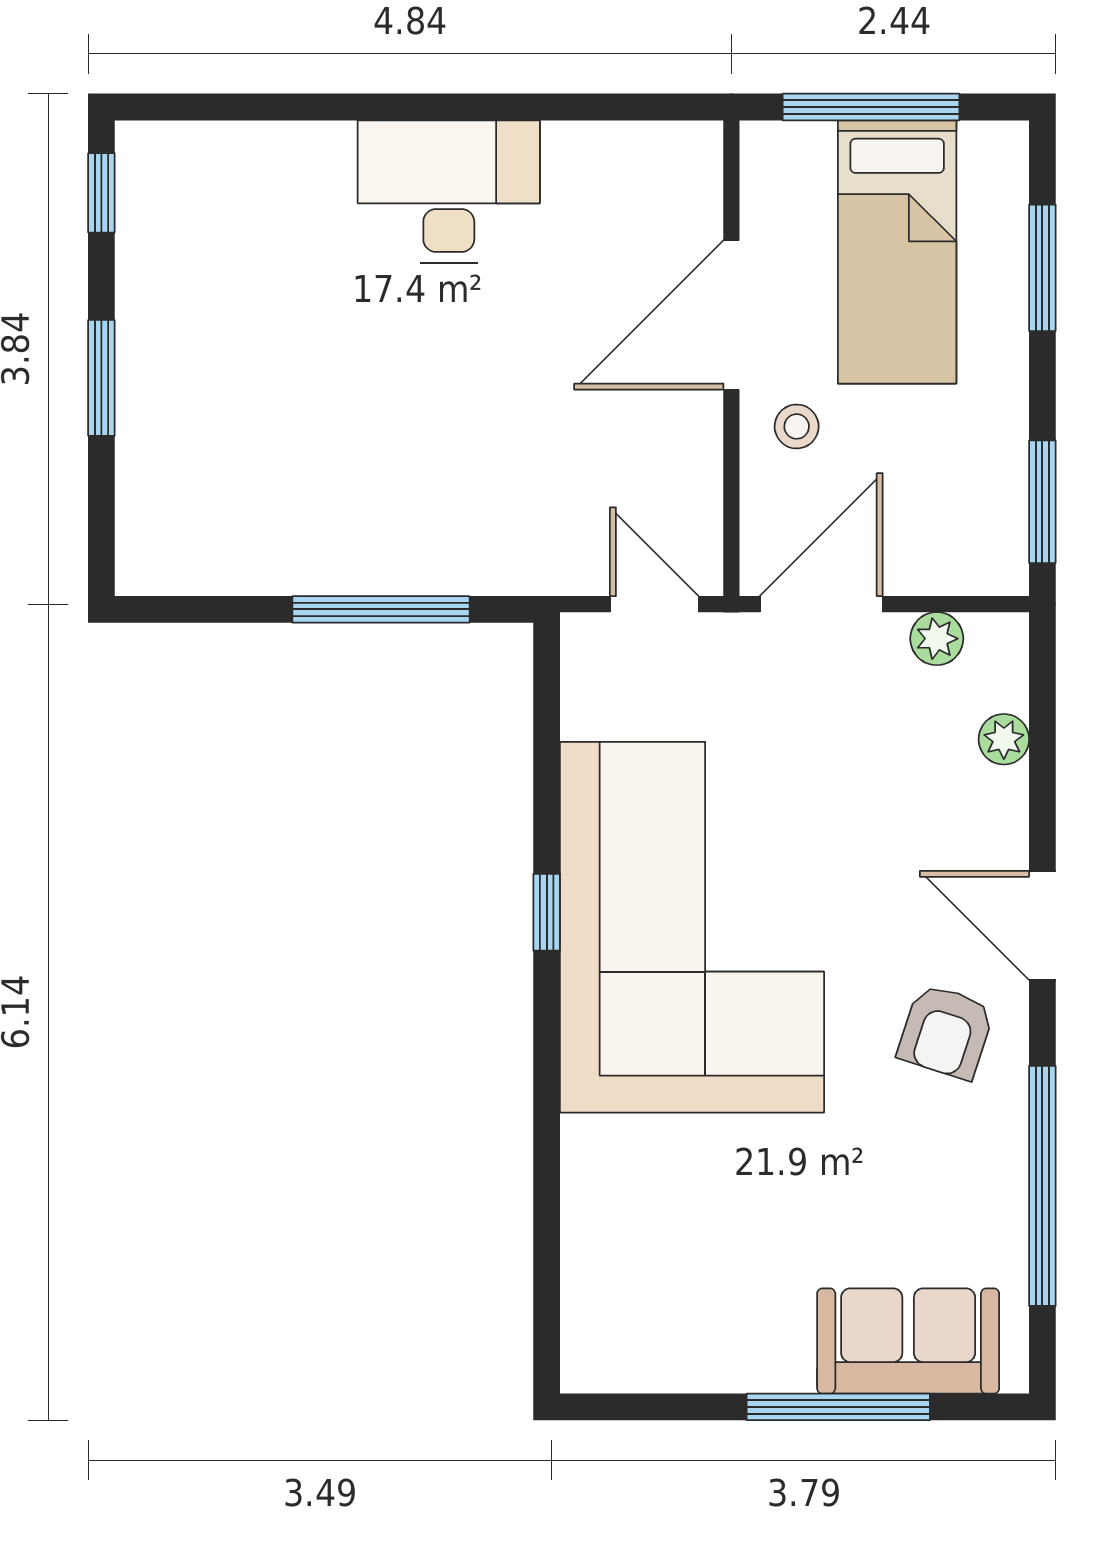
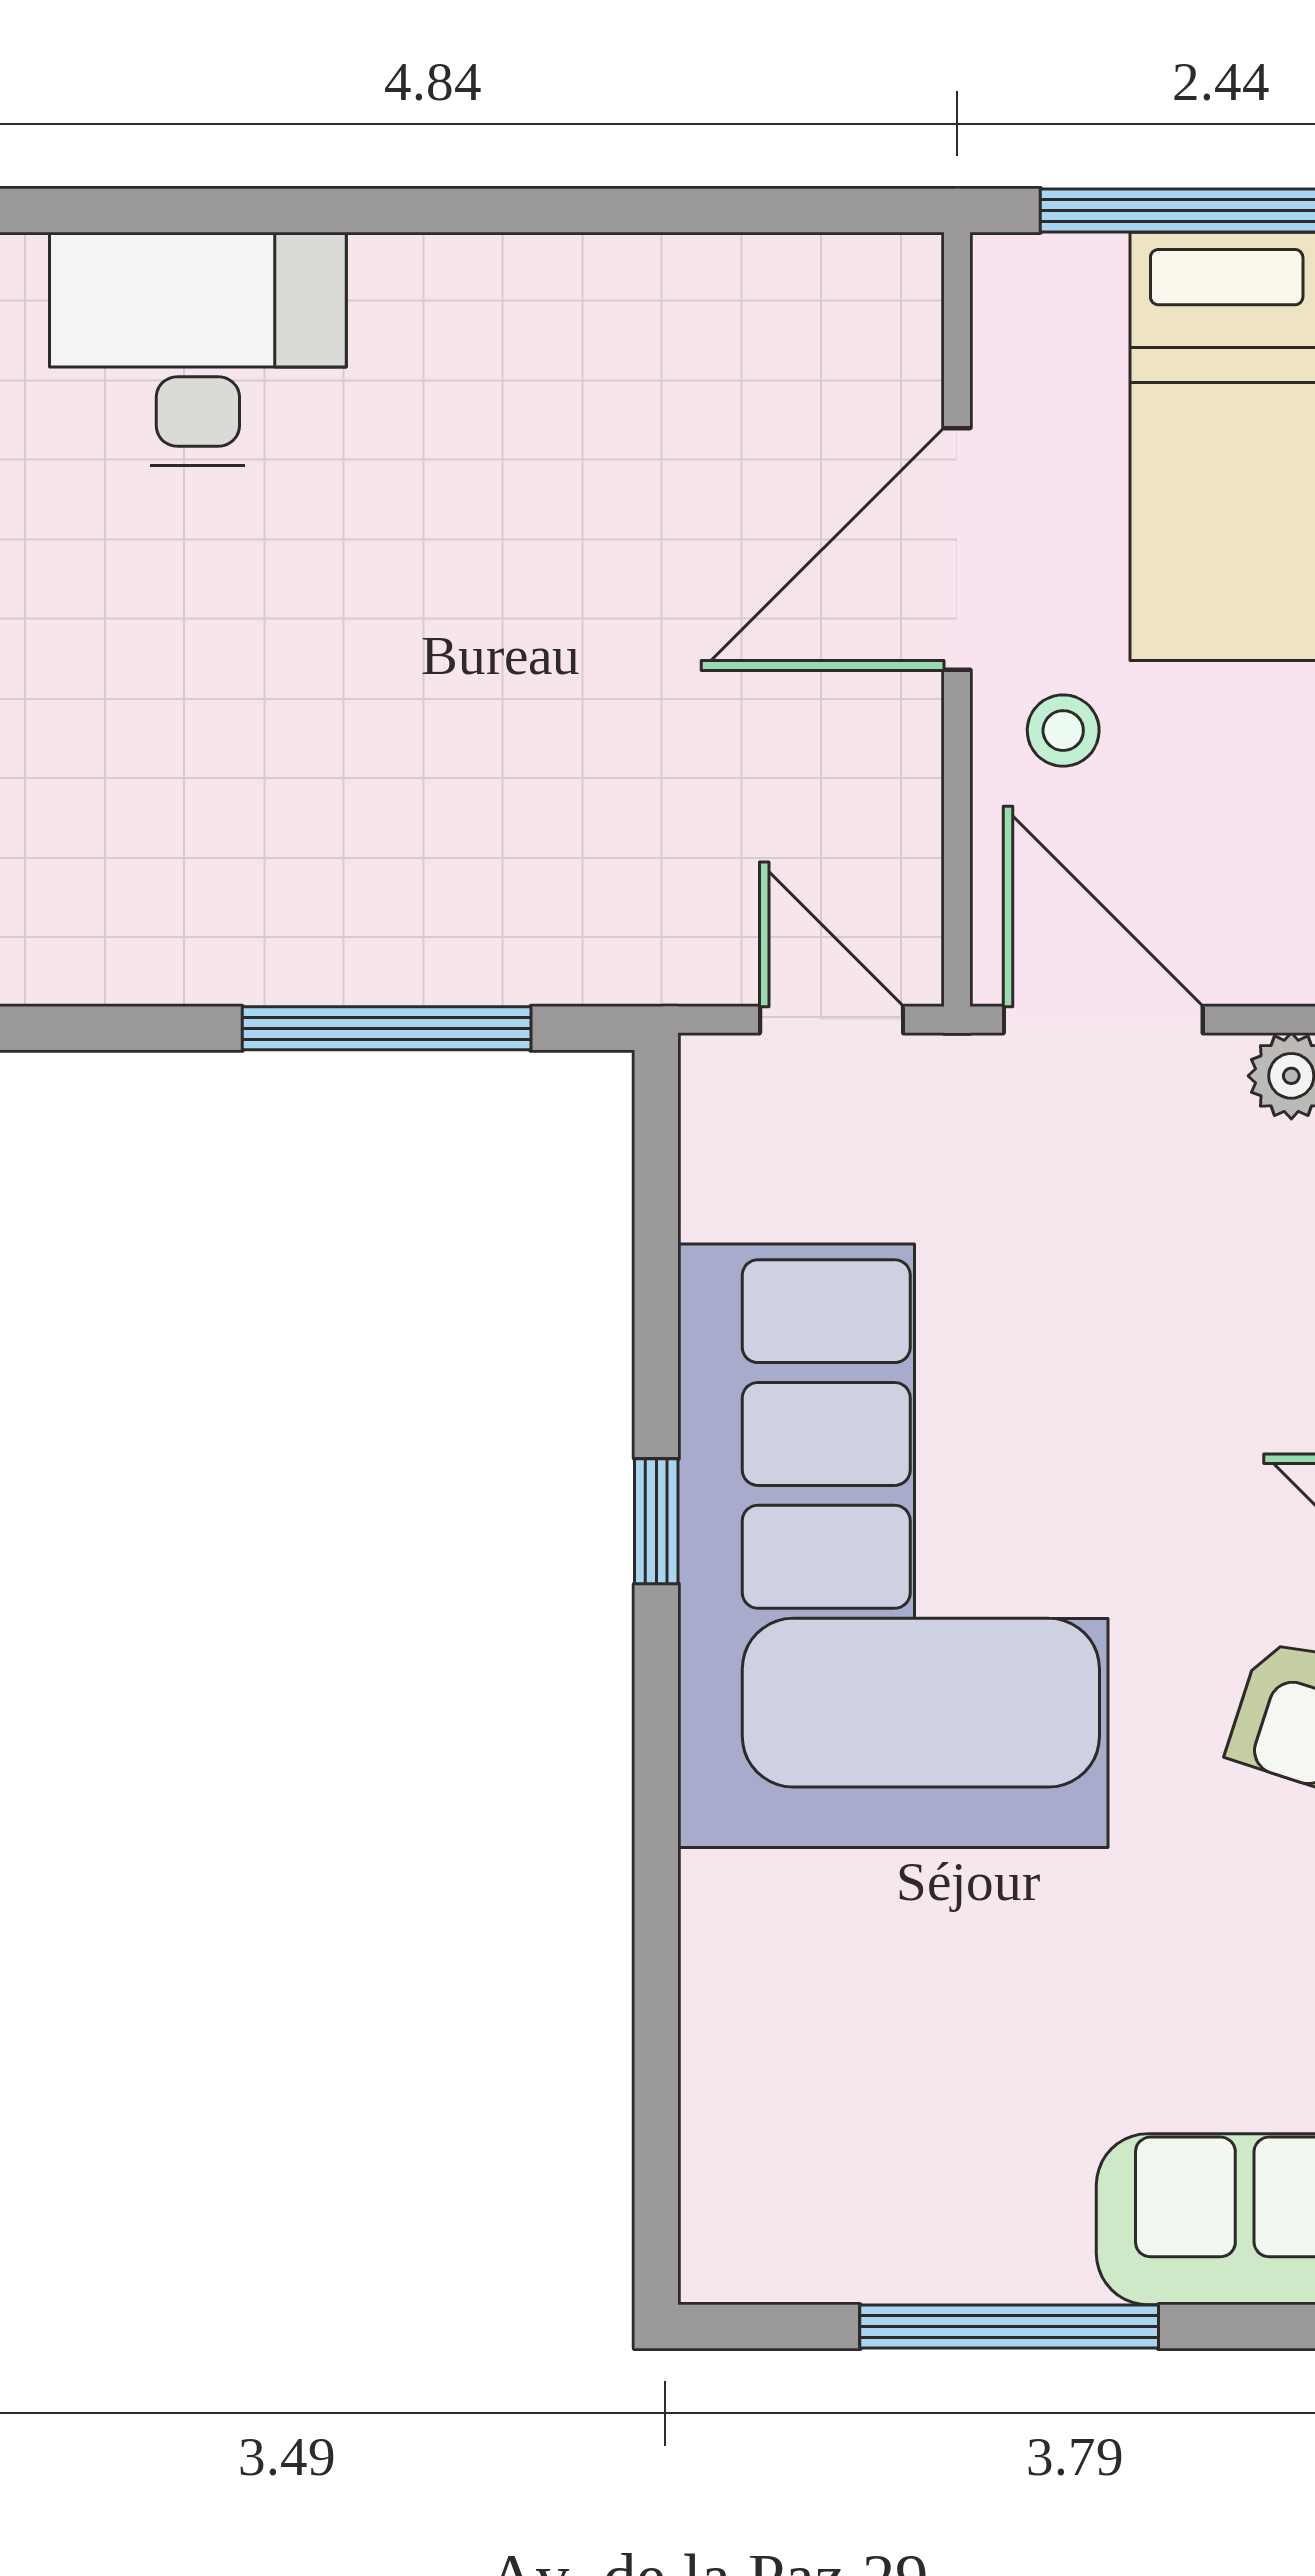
desk: (449, 192) -> (198, 349), moved
door: (821, 604) -> (1103, 1020), hinge flipped
window: (838, 1407) -> (1009, 2327), moved

